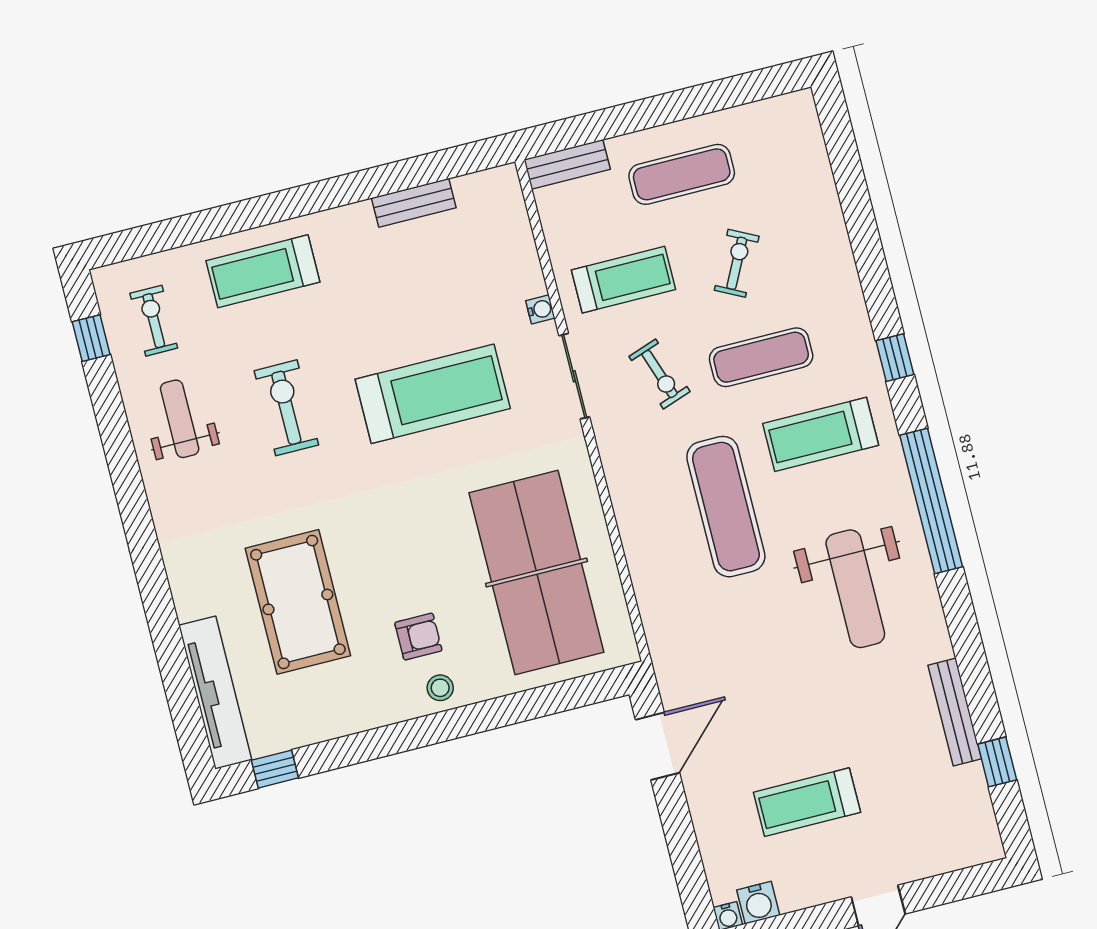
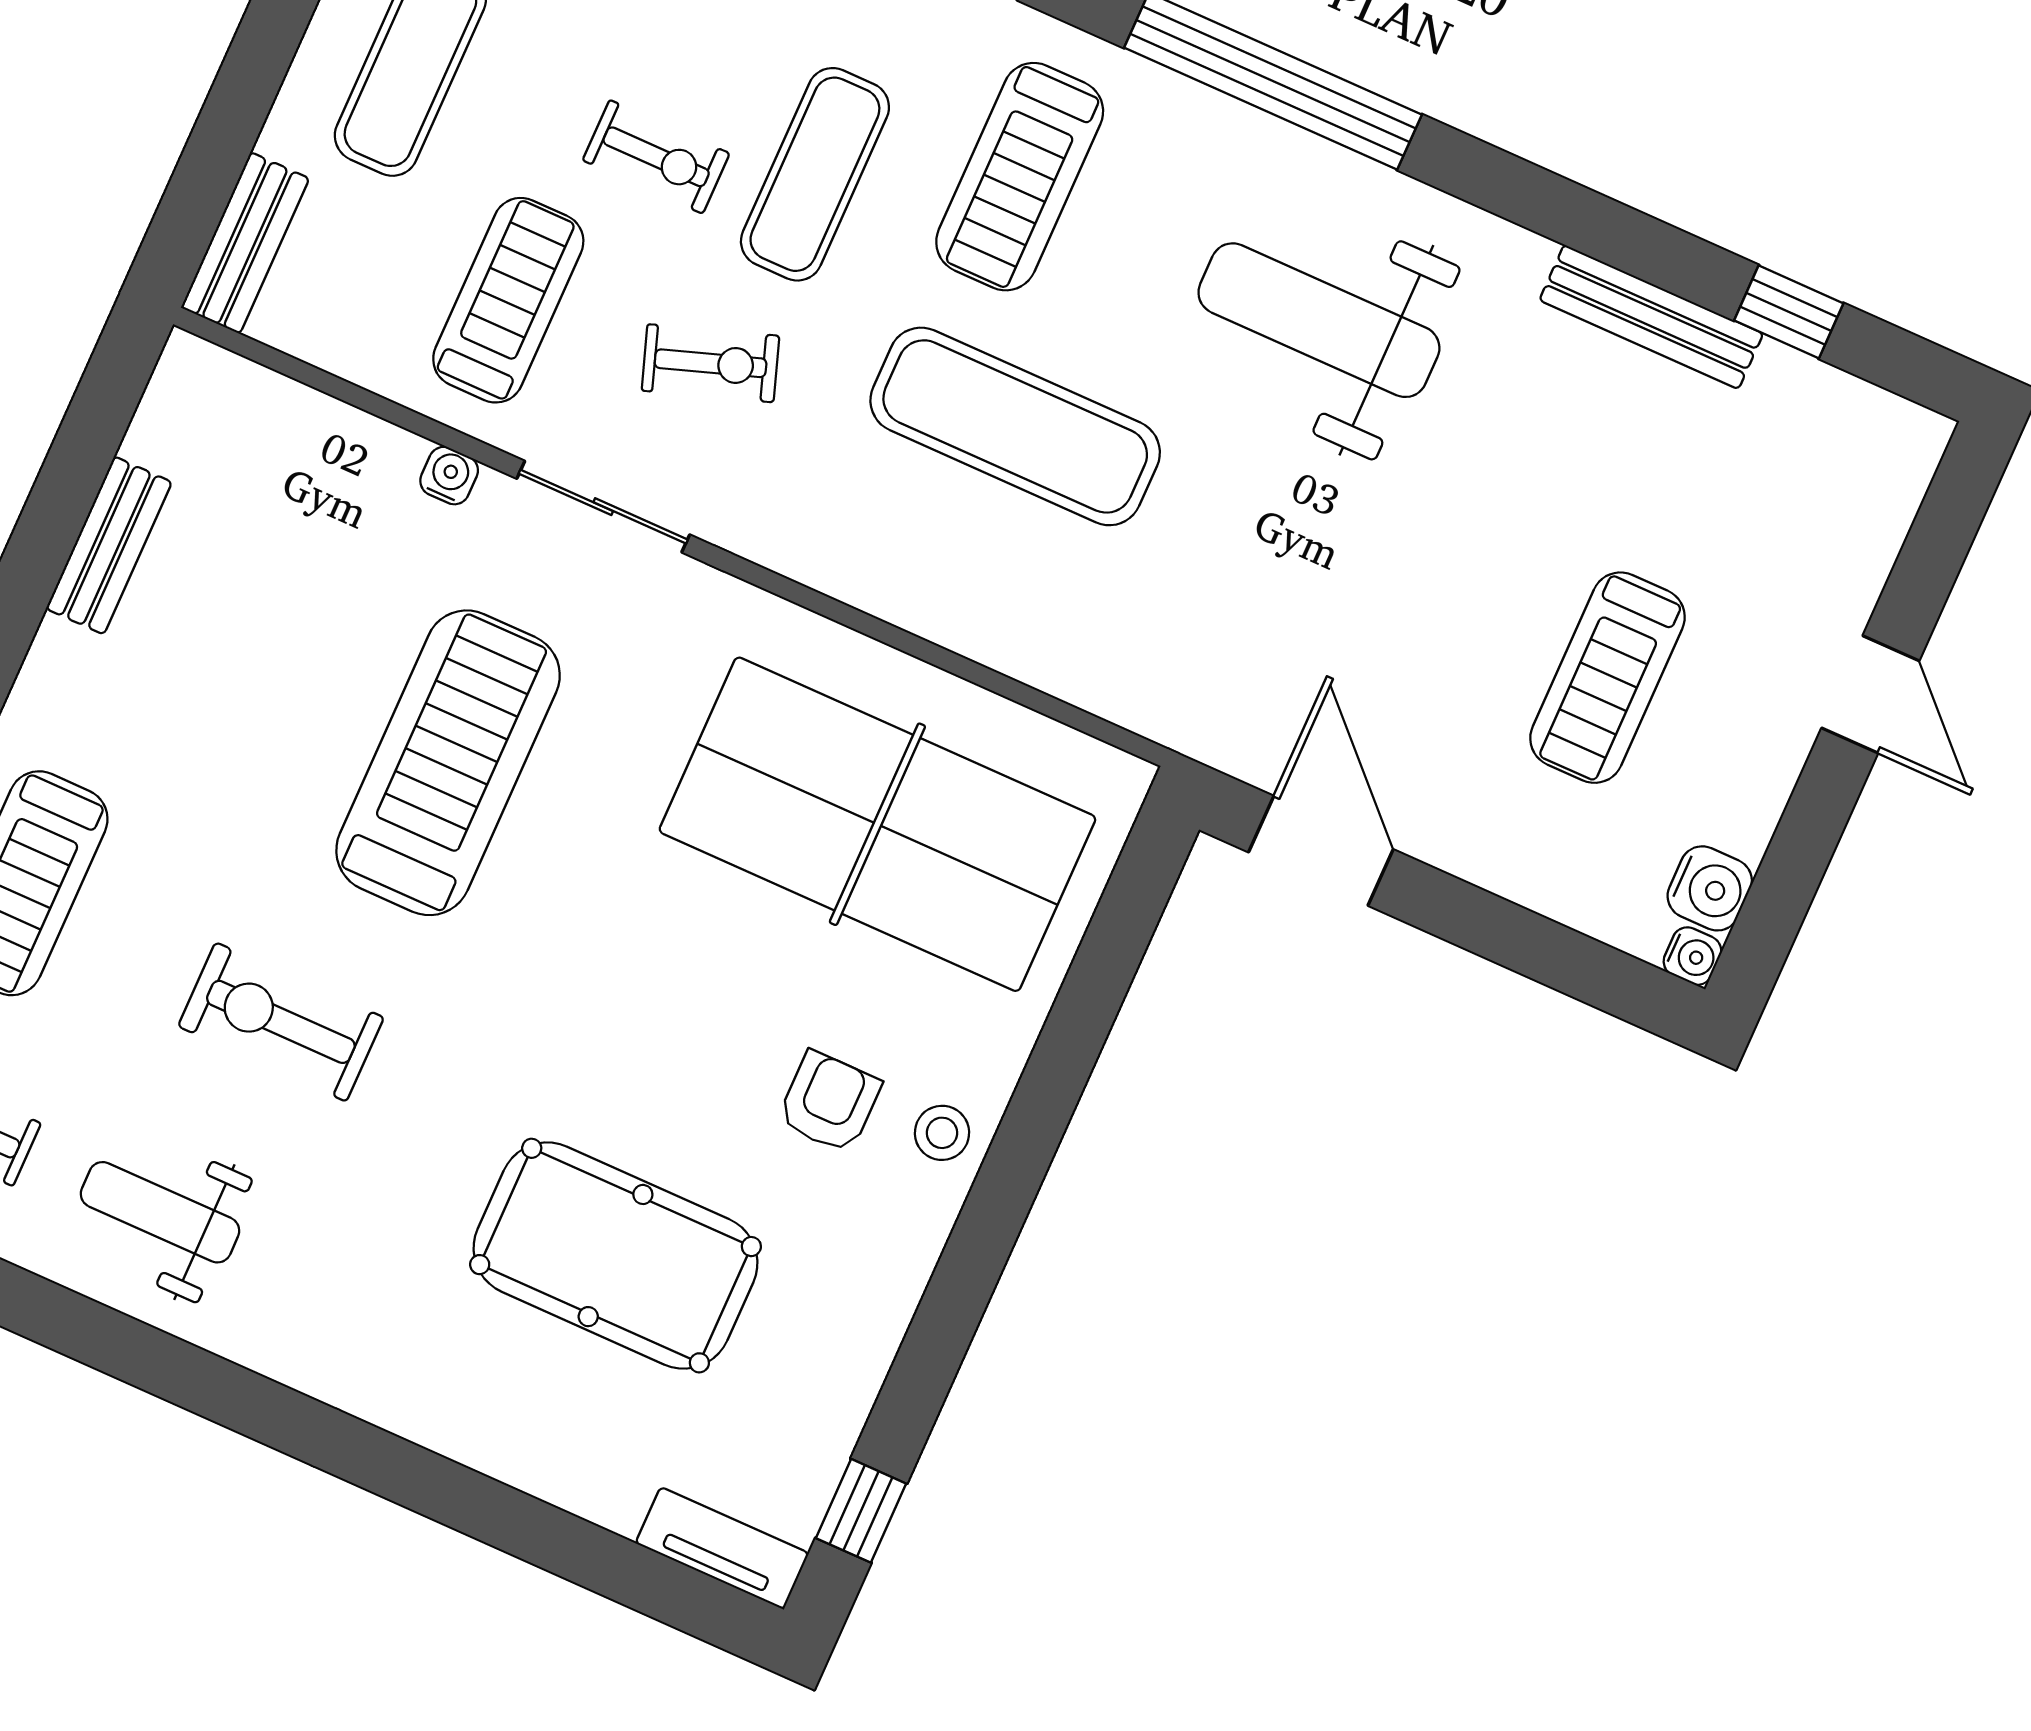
exercise bike: (737, 263) -> (656, 157), moved, turned 153
weight bench: (855, 589) -> (1319, 320), turned 180
tv unit: (215, 693) -> (722, 1548), width x0.52, depth x0.78

